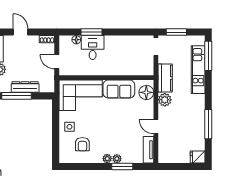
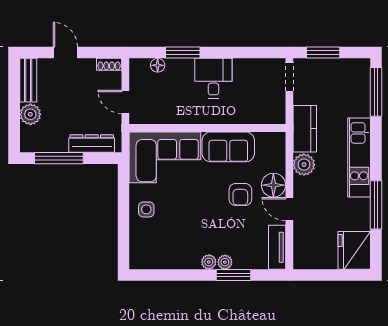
desk: (93, 48) -> (213, 78), moved
kitchen unit: (198, 70) -> (359, 158), moved
dresser: (25, 87) -> (92, 144), moved
floor lamp: (146, 92) -> (273, 185), moved
armchair: (82, 144) -> (240, 194), moved
fridge: (198, 157) -> (354, 250), width x1.88, depth x1.34

